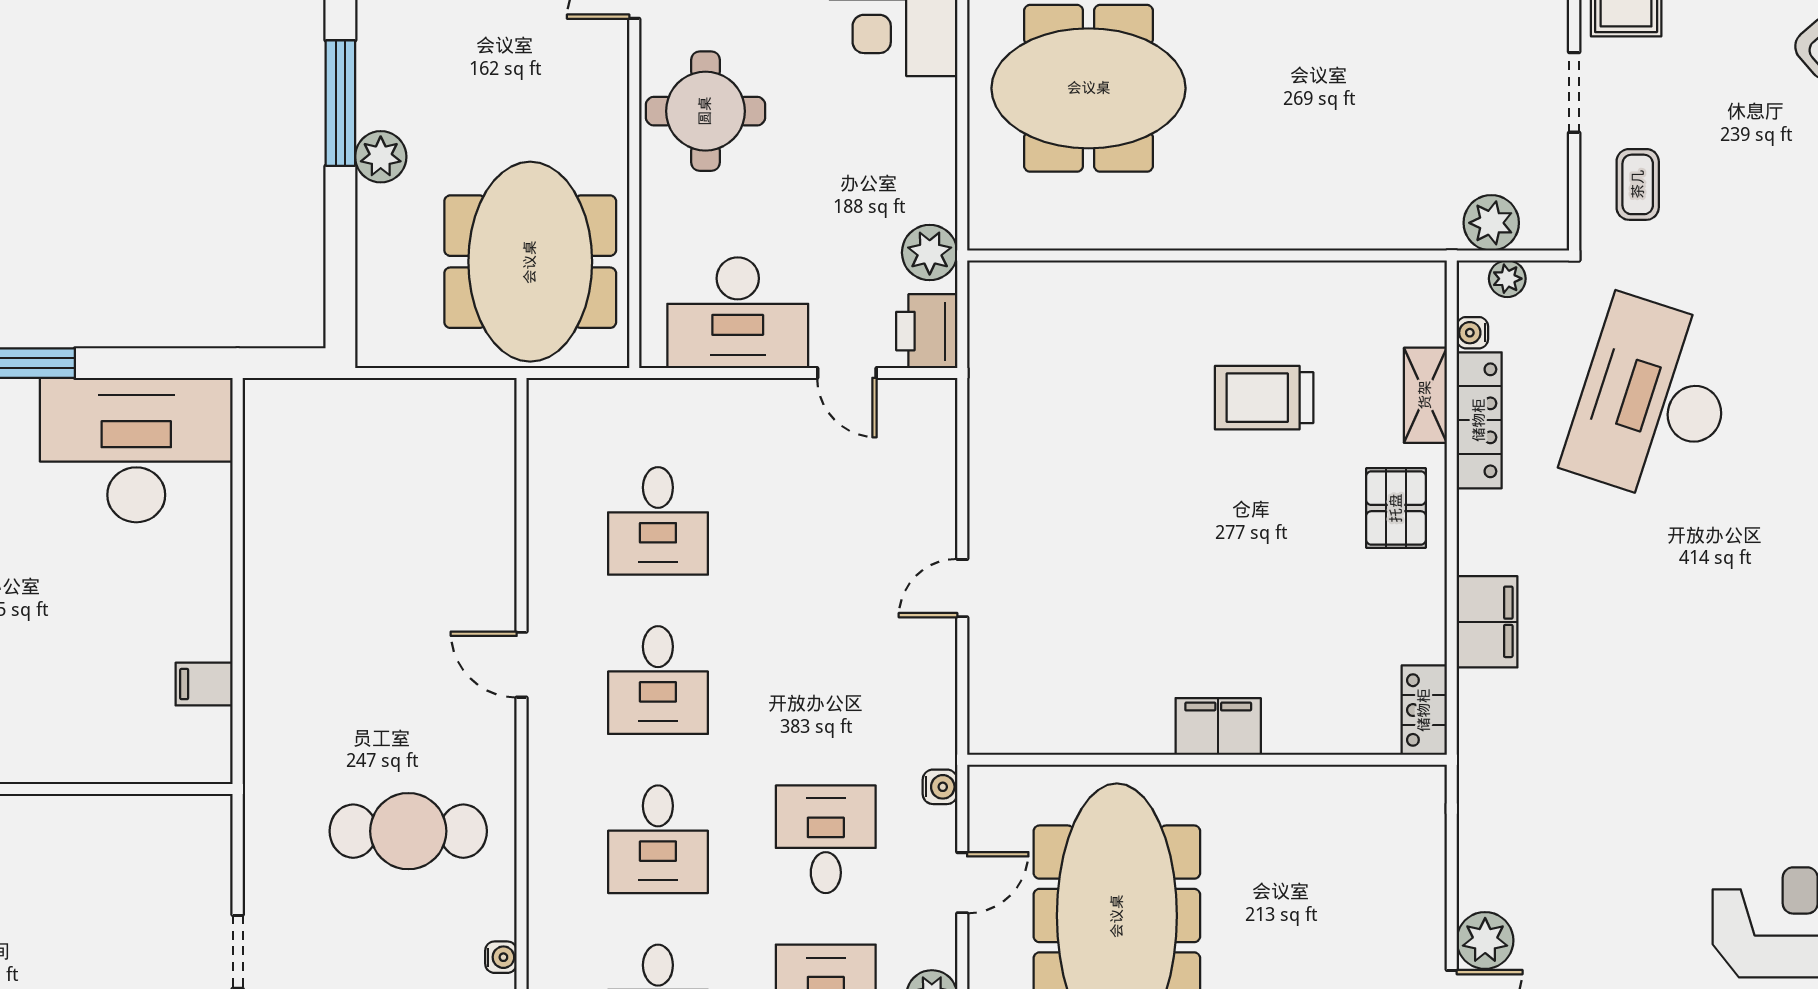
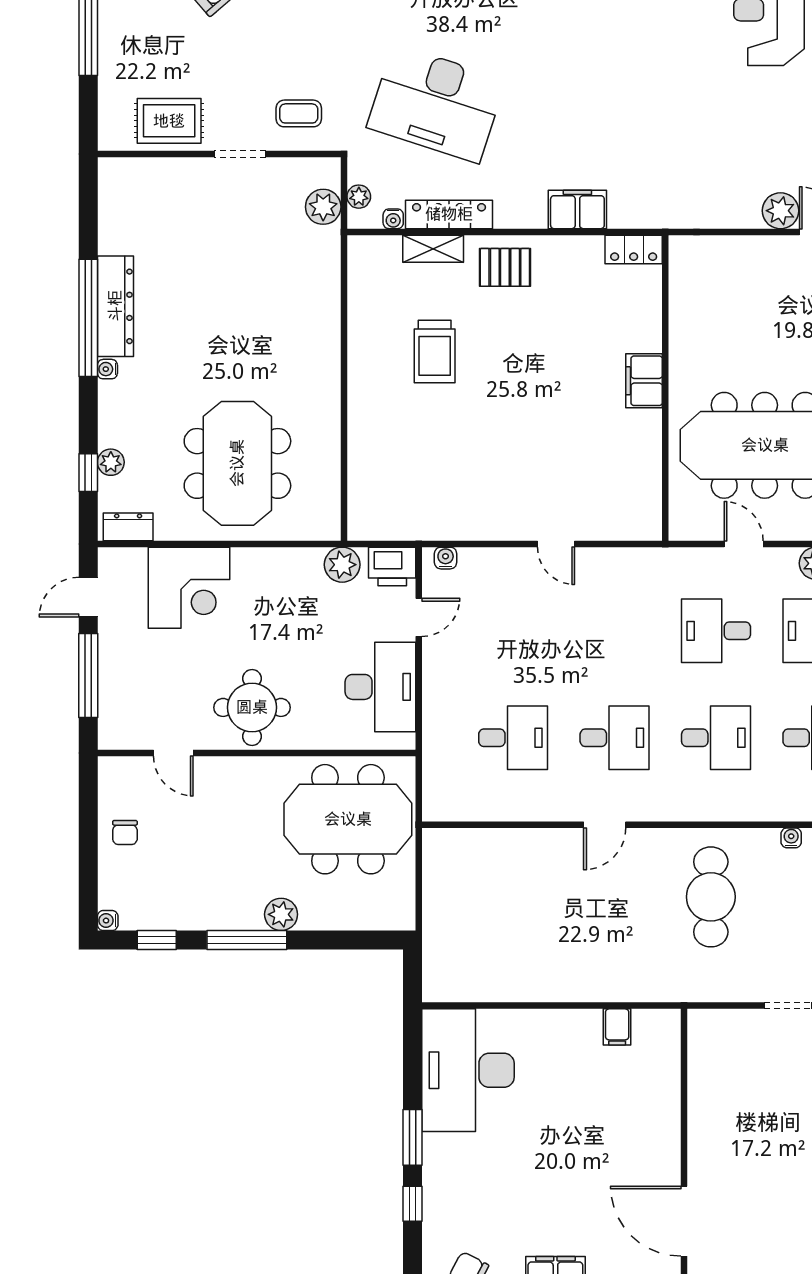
water cooler: (940, 787) -> (446, 558), moved

